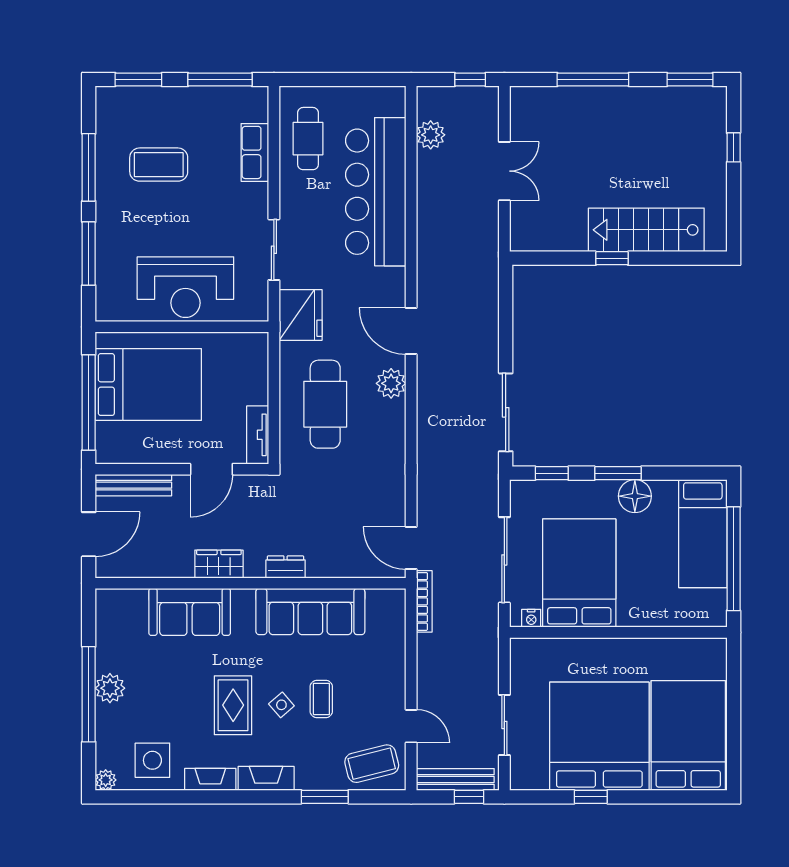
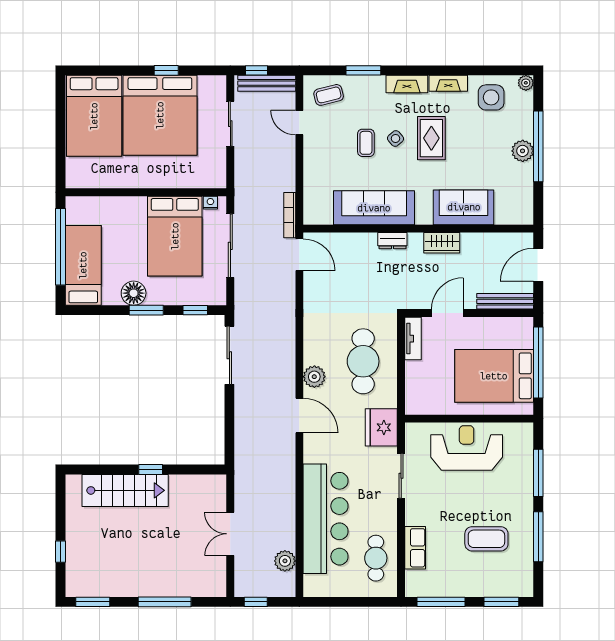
coffee table: (372, 764) -> (329, 95), width x0.73, depth x0.77

